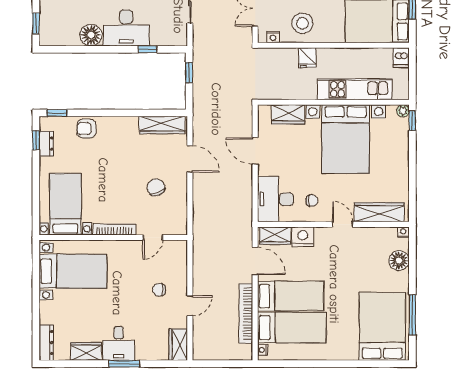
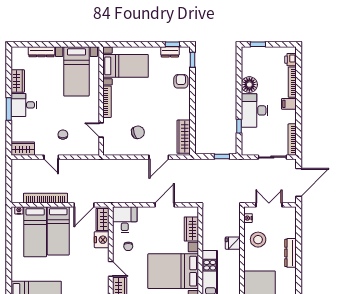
desk: (275, 199) -> (125, 220), width x0.73
door: (343, 224) -> (111, 269), hinge flipped
dresser: (46, 343) -> (42, 52), moved

